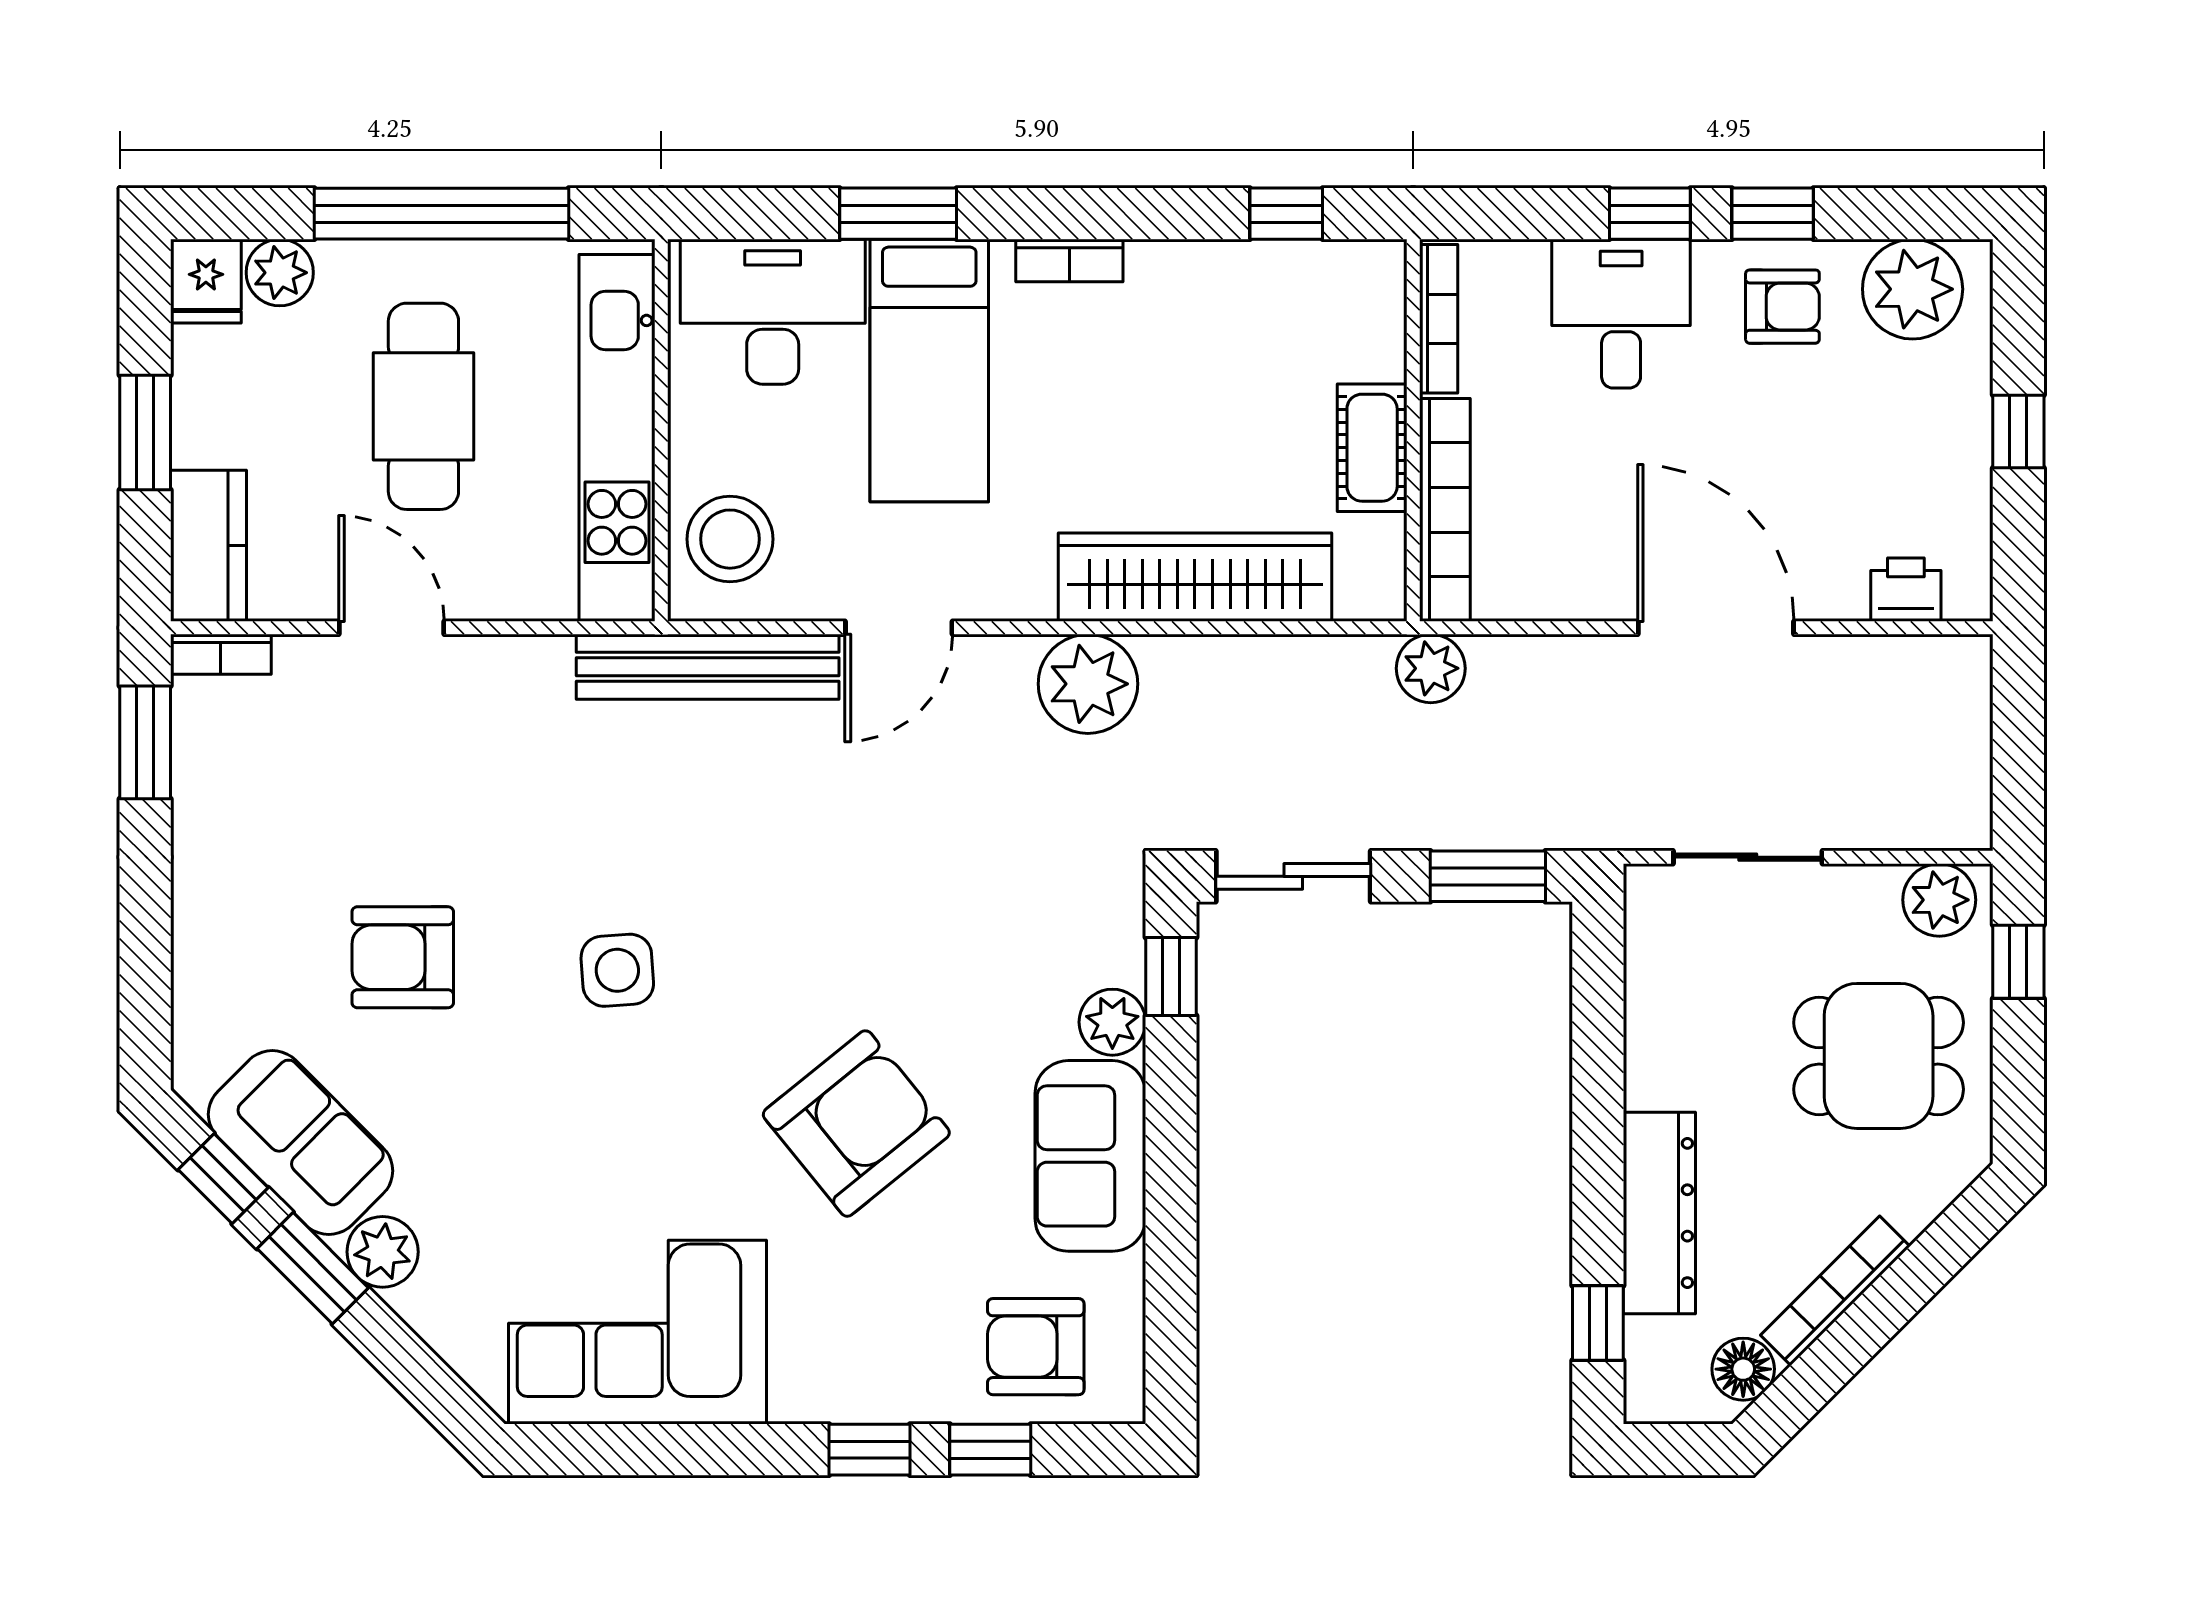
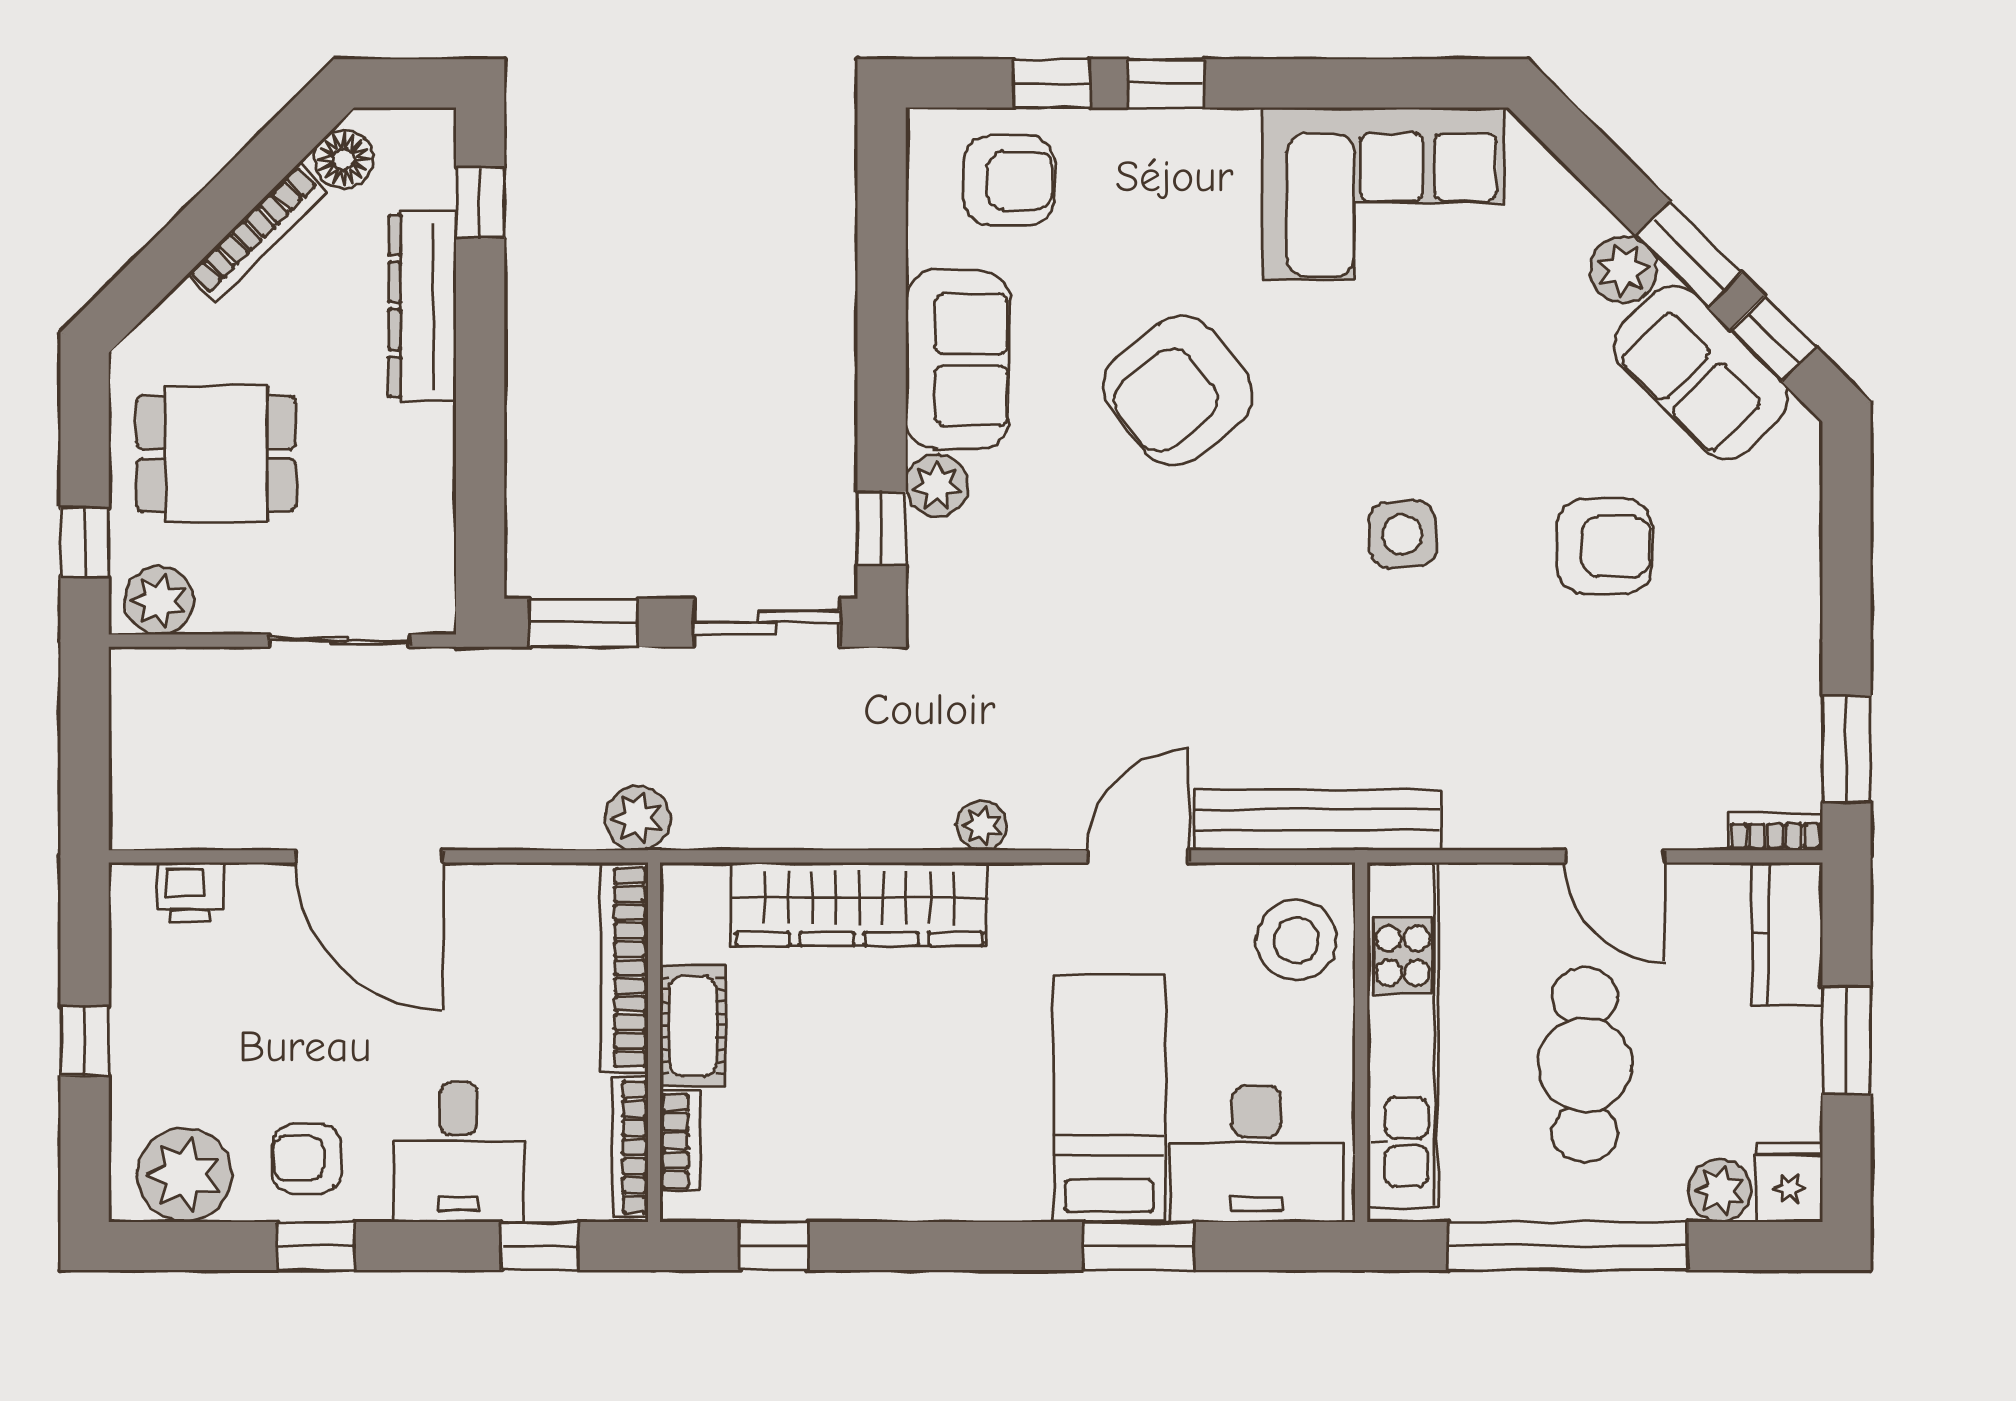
window: (1650, 214) -> (540, 1246), moved
bookcase: (1069, 261) -> (680, 1141), moved, turned 90
plant: (1088, 684) -> (982, 826), width x0.53, depth x0.53

